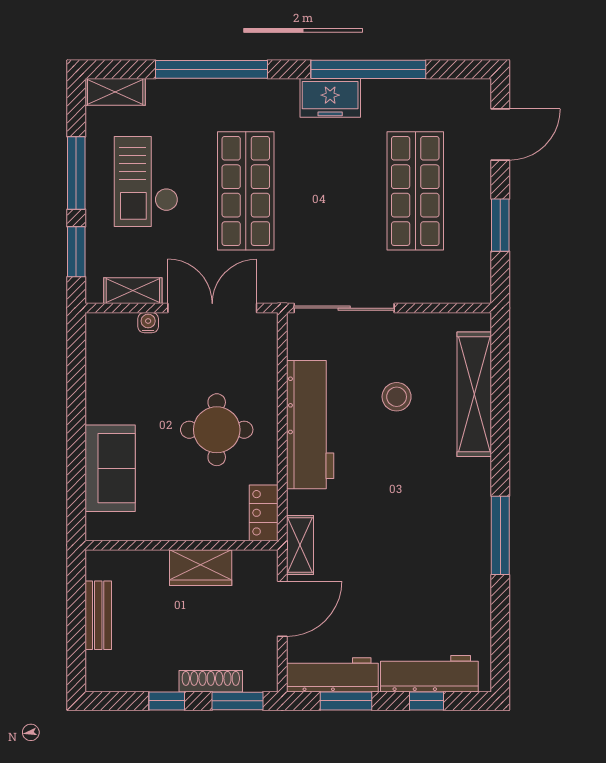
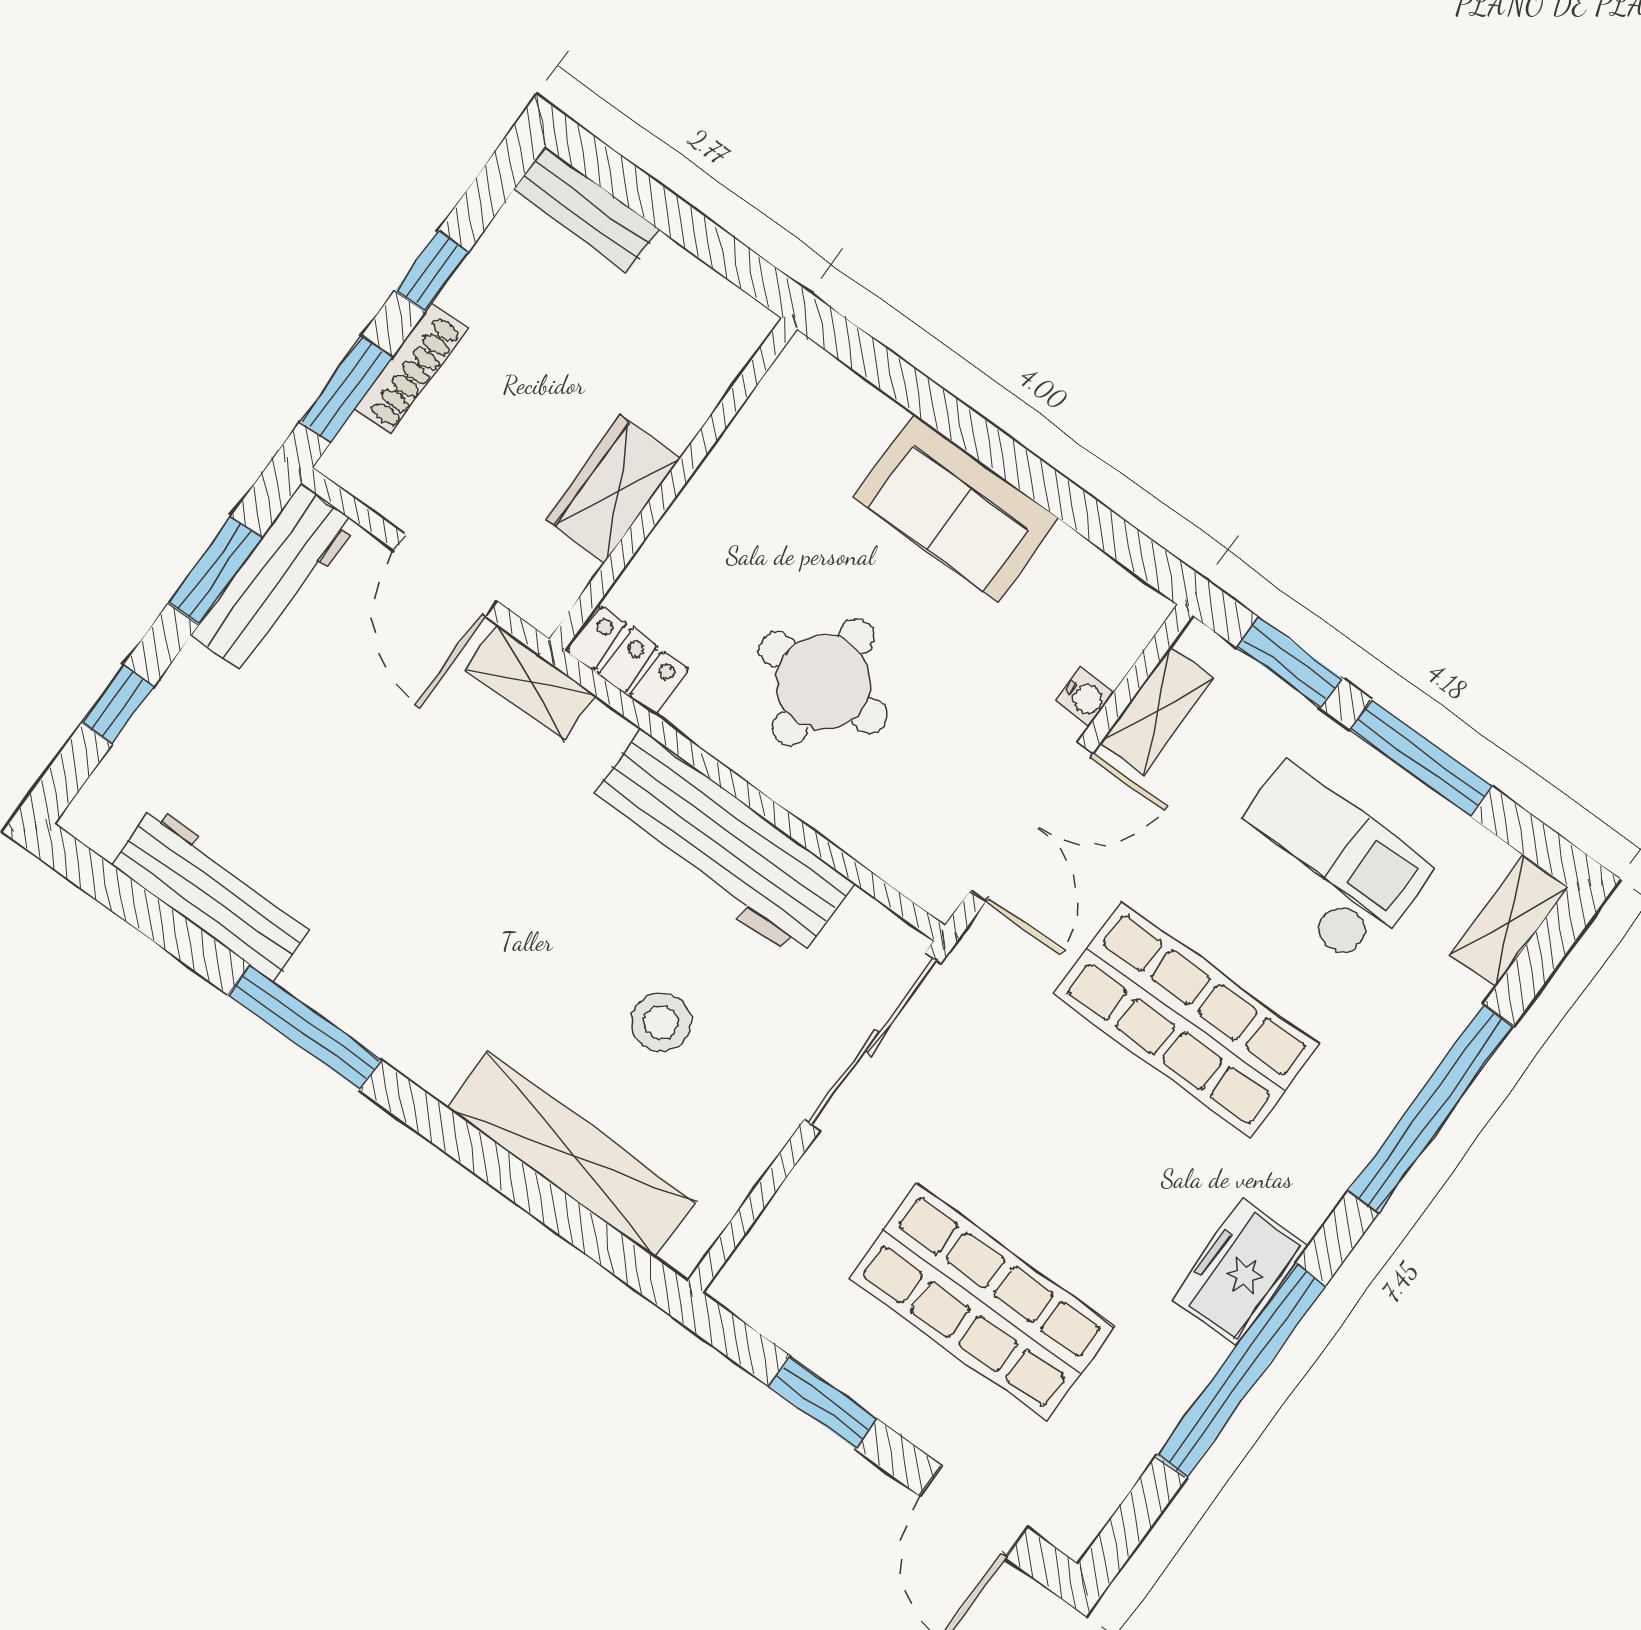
sofa: (110, 468) -> (956, 508), moved
bench: (98, 615) -> (586, 210), moved
workbench: (429, 674) -> (214, 892), moved, turned -90

